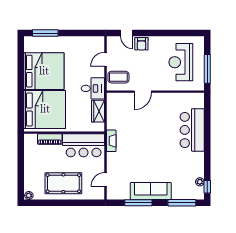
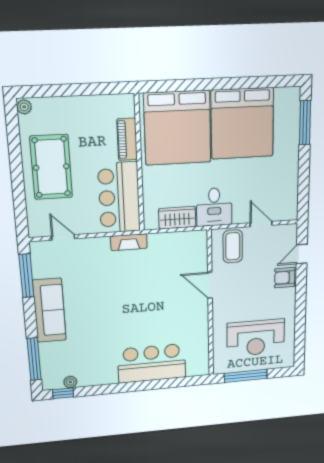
reception desk: (181, 62) -> (256, 338), turned 180
window: (138, 203) -> (26, 276), moved

